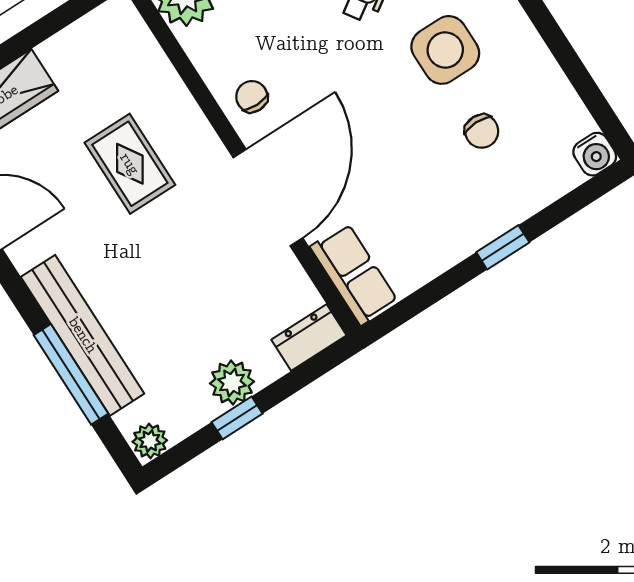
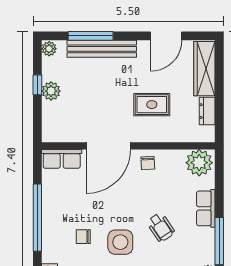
chair: (252, 97) -> (148, 163), turned 87
door: (268, 198) -> (108, 146), hinge flipped
window: (503, 247) -> (37, 218), width x3.17
dresser: (309, 338) -> (207, 111), moved, turned 180

